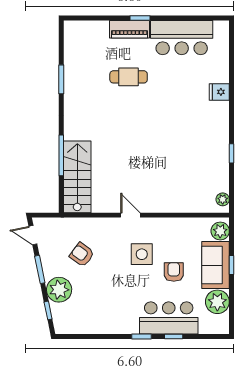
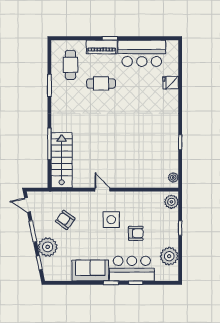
cafe table: (89, 53) -> (70, 65), added
fridge: (219, 92) -> (171, 83), moved
sofa: (216, 265) -> (90, 271), moved, turned 90
armchair: (174, 272) -> (136, 233), turned 90

